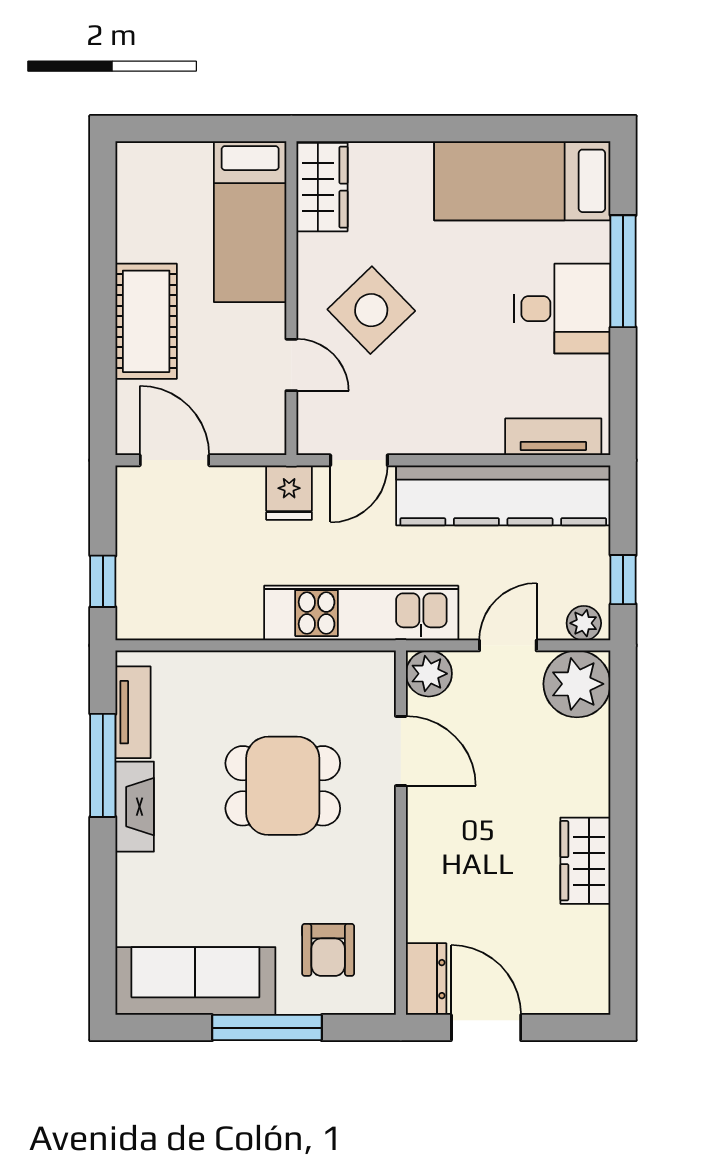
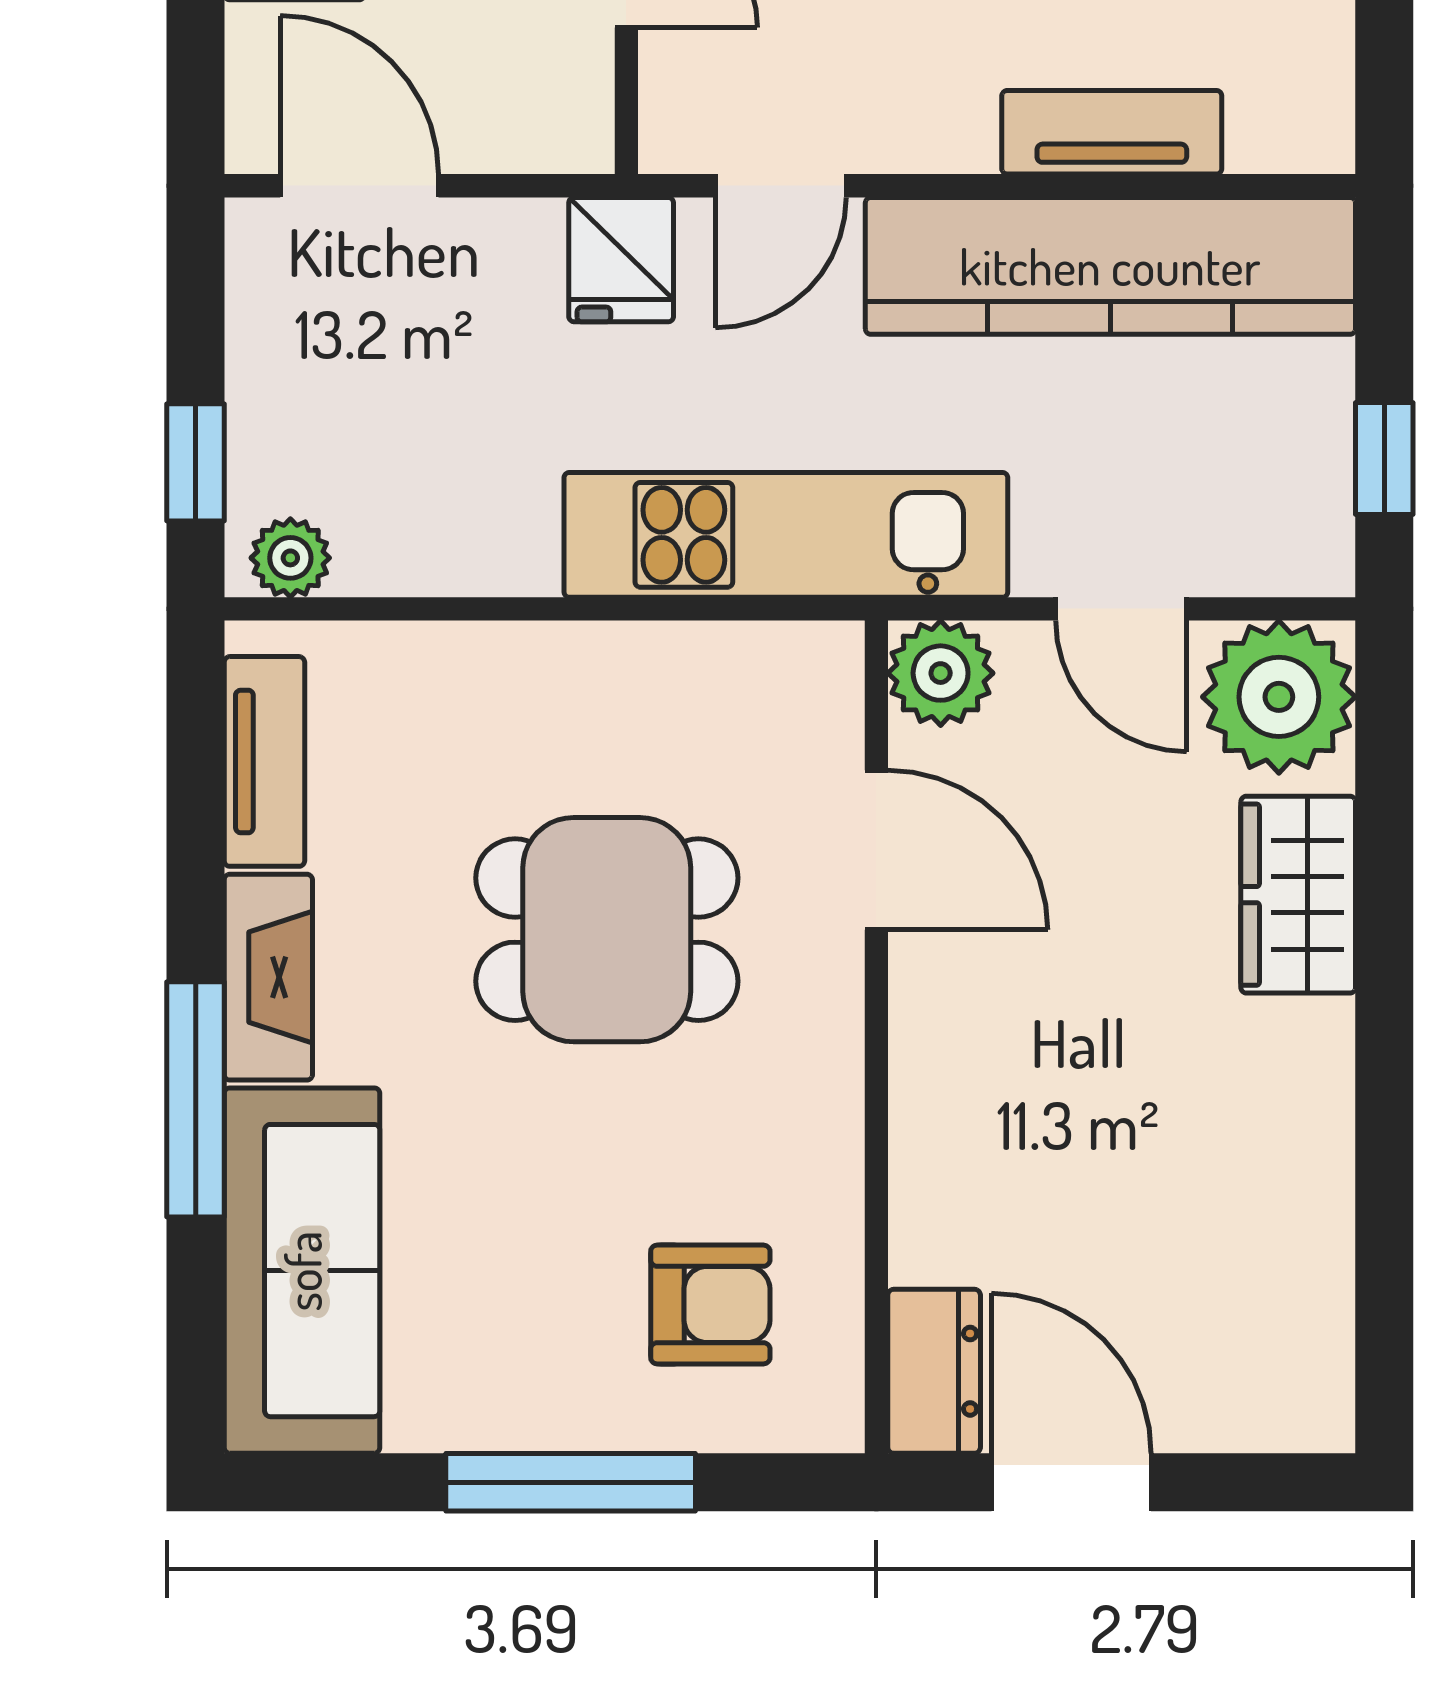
tv unit: (553, 437) -> (1112, 132), moved
plant: (584, 623) -> (290, 558), moved
door: (508, 645) -> (1121, 609), swing flipped
window: (103, 765) -> (196, 1099), moved
wardrobe: (585, 861) -> (1298, 895), moved
armchair: (328, 950) -> (710, 1304), turned -90
sofa: (195, 981) -> (302, 1271), moved, turned 90

